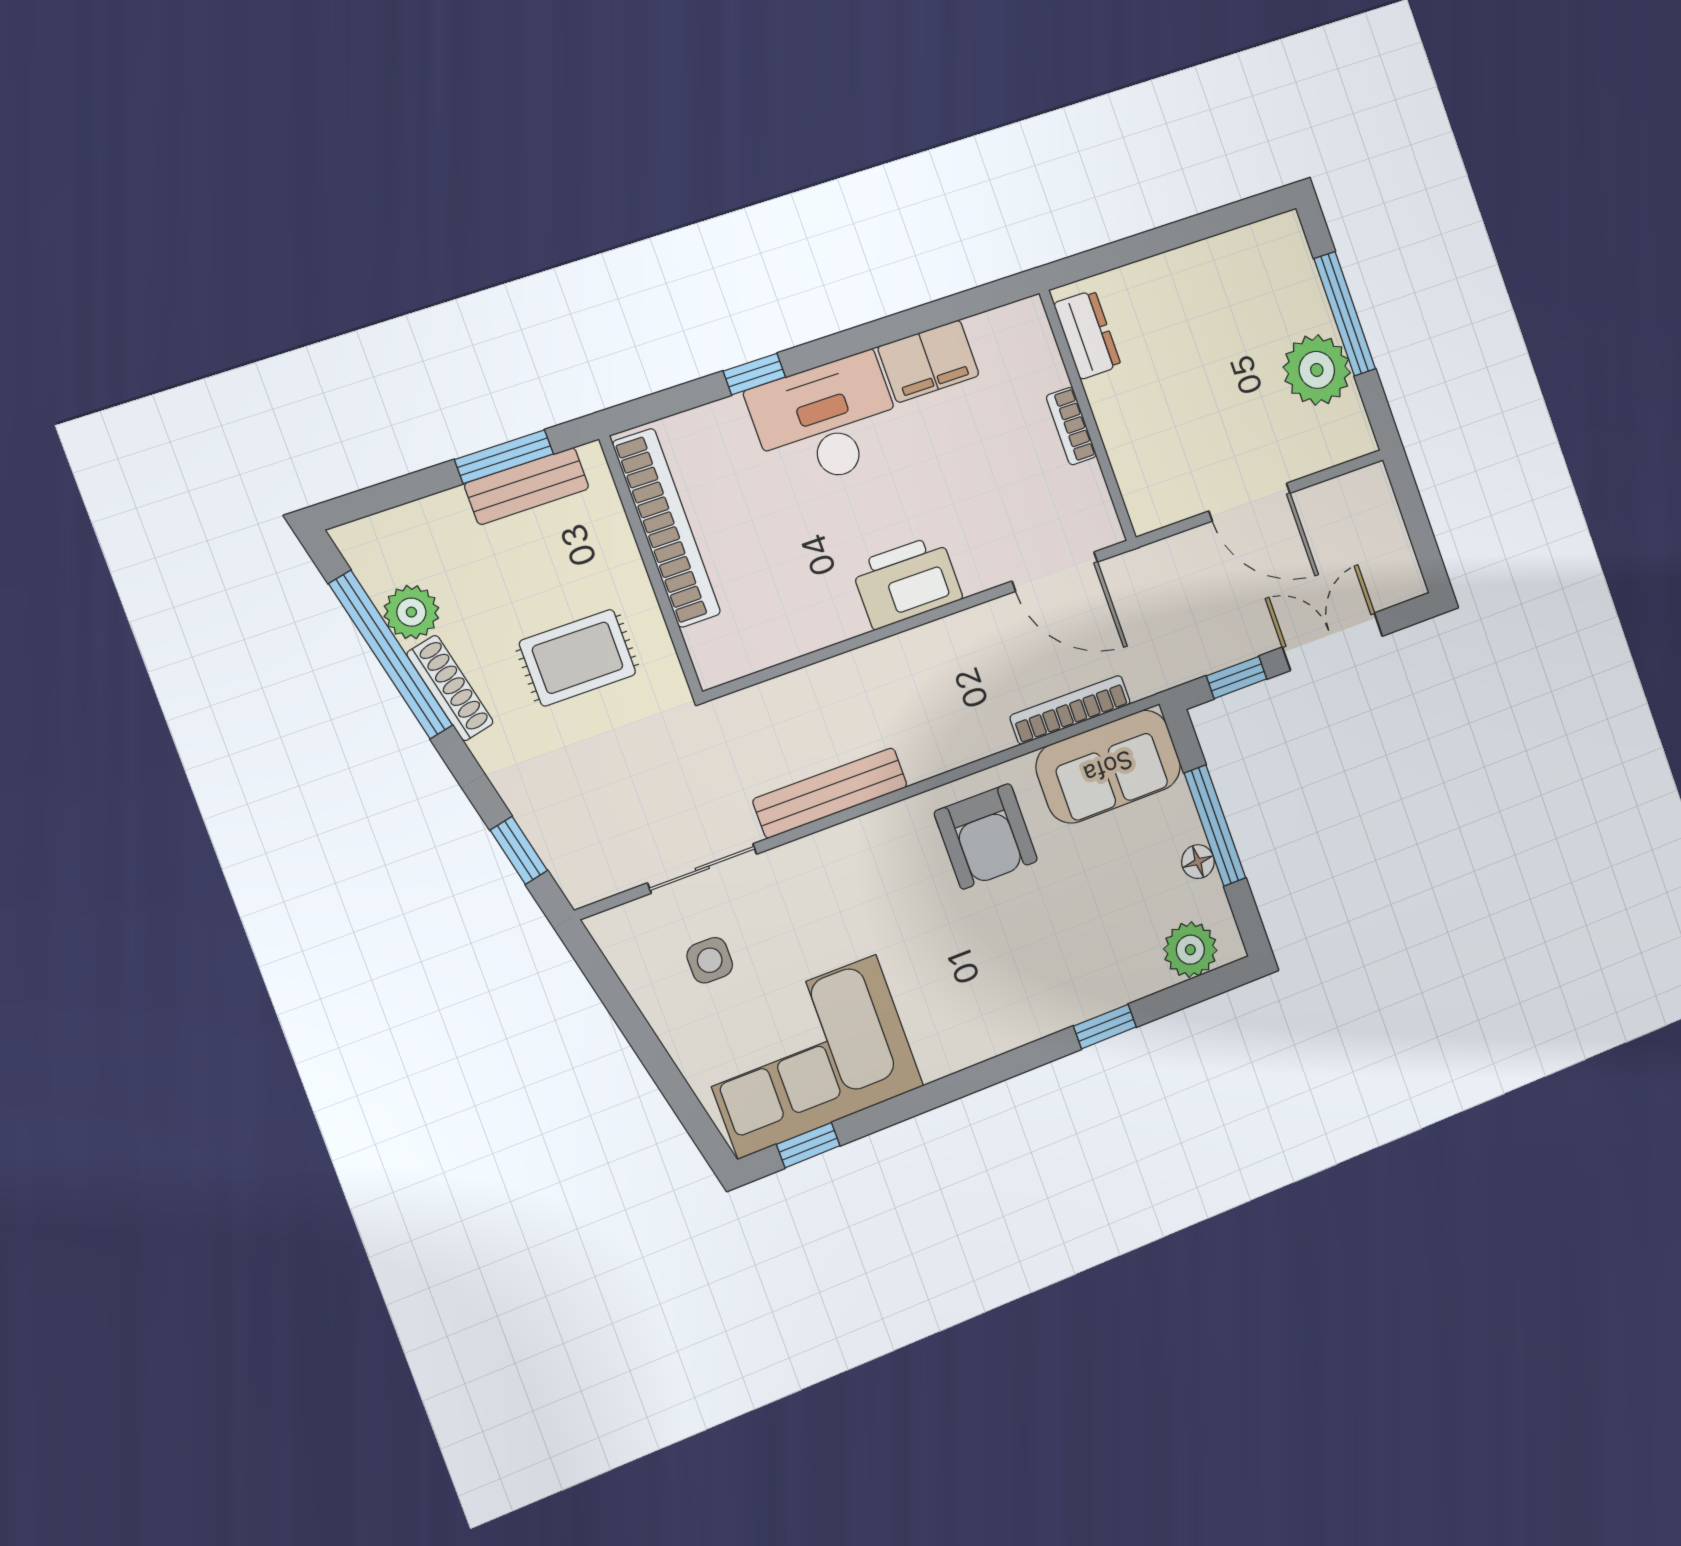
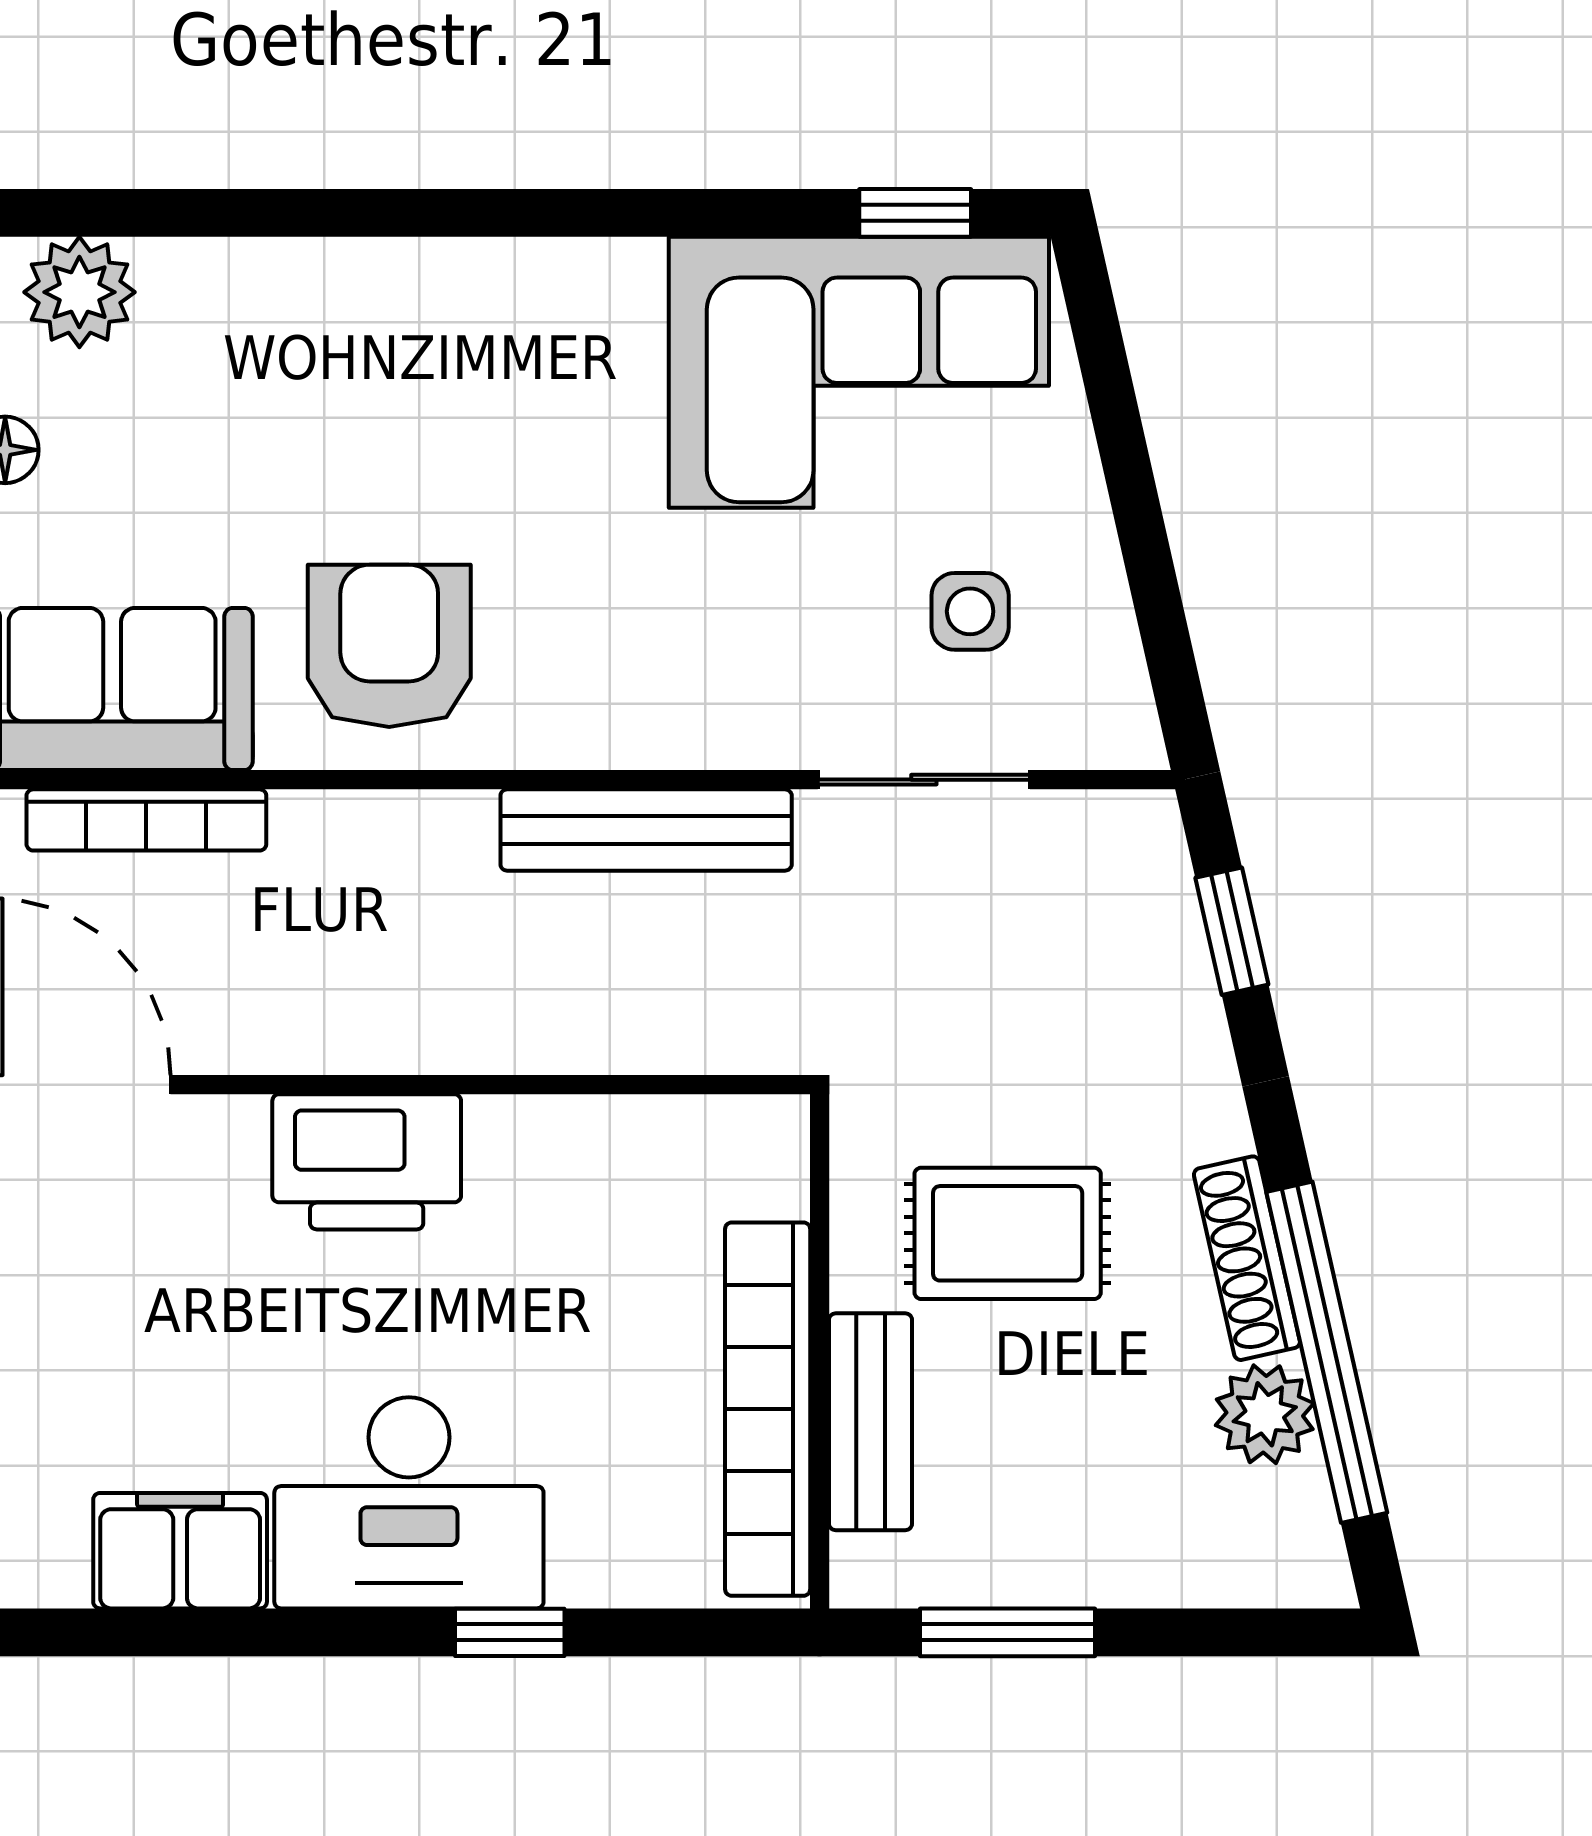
bench: (527, 486) -> (870, 1422), moved, turned 90
window: (1105, 1027) -> (294, 213), removed

